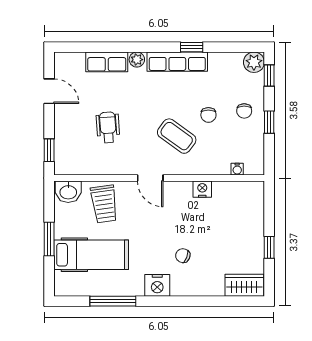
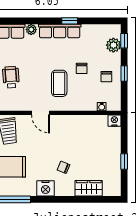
plant: (254, 62) -> (113, 45), moved
chair: (244, 111) -> (106, 77), moved
coffee table: (177, 136) -> (59, 83), turned 54
nightstand: (202, 189) -> (114, 121), moved
wardrobe: (244, 285) -> (89, 188), moved

